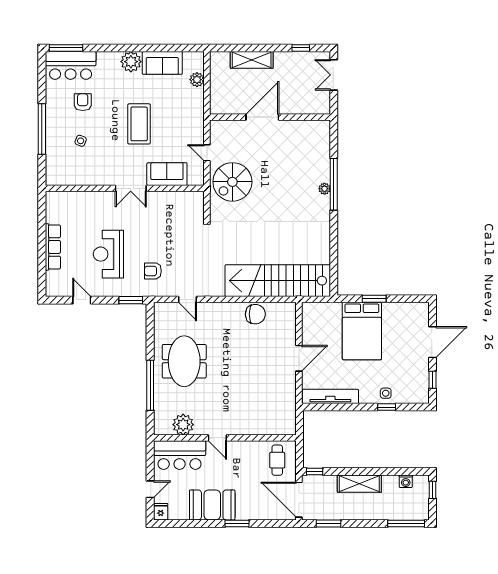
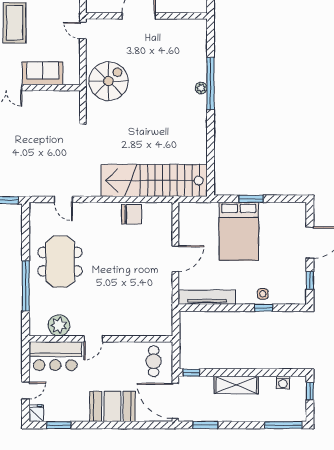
door: (207, 153) -> (83, 30), moved
spiral stairs: (232, 182) -> (108, 81), turned 180
armchair: (153, 271) -> (28, 171), removed
door: (217, 438) -> (93, 339), hinge flipped
booth: (212, 505) -> (112, 406), moved
window: (237, 524) -> (59, 425), moved

